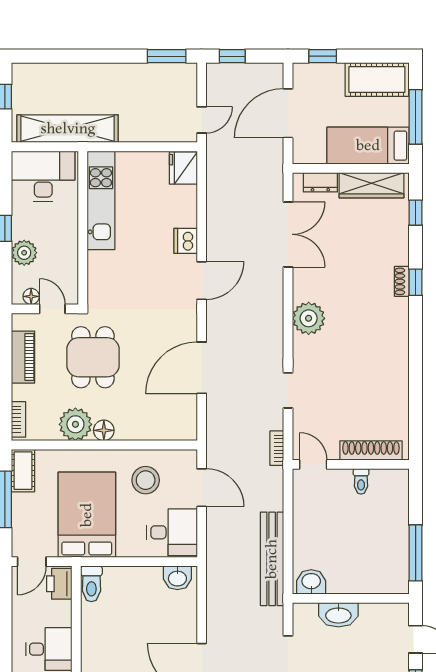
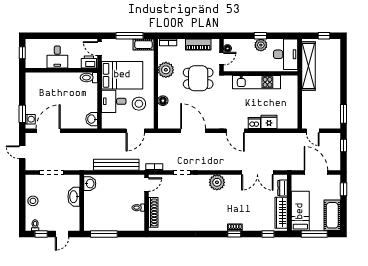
fridge: (183, 168) -> (269, 122), moved
kitchen unit: (101, 200) -> (256, 82), moved
plant: (24, 253) -> (261, 45), moved
floor lamp: (104, 430) -> (163, 101), moved
desk: (172, 532) -> (114, 101), moved, turned 90
bench: (272, 559) -> (116, 165), moved

